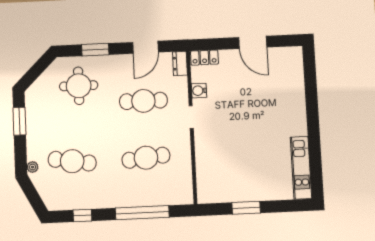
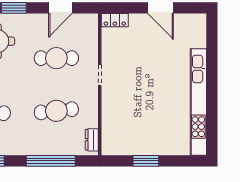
dresser: (180, 63) -> (92, 140), moved
water cooler: (199, 91) -> (108, 51), removed
kitchen unit: (301, 168) -> (198, 102), width x1.86

